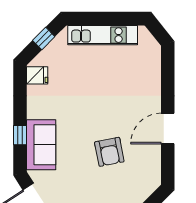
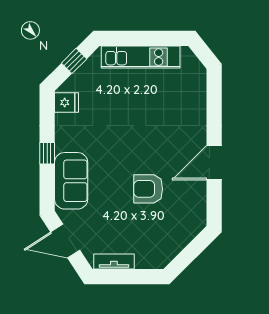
window: (20, 135) -> (47, 153), moved
armchair: (109, 152) -> (148, 189), turned 101

